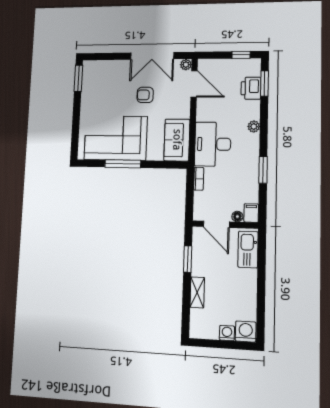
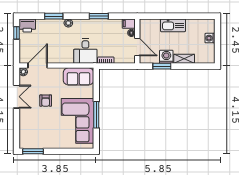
double door: (152, 56) -> (17, 97), width x0.73
window: (265, 84) -> (54, 16), moved
printer: (251, 88) -> (27, 25), moved
desk: (213, 144) -> (85, 51), width x0.73
door: (216, 224) -> (137, 47), hinge flipped
kitchen sink: (248, 249) -> (173, 25), moved
washing machine: (246, 332) -> (166, 57), moved, turned 90

